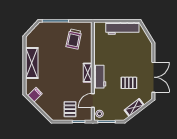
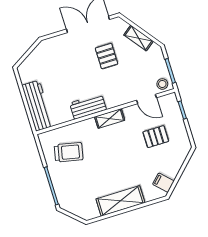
workbench: (122, 28) -> (38, 106), moved
workbench: (100, 77) -> (88, 106), moved
pallet: (70, 109) -> (156, 137), moved

